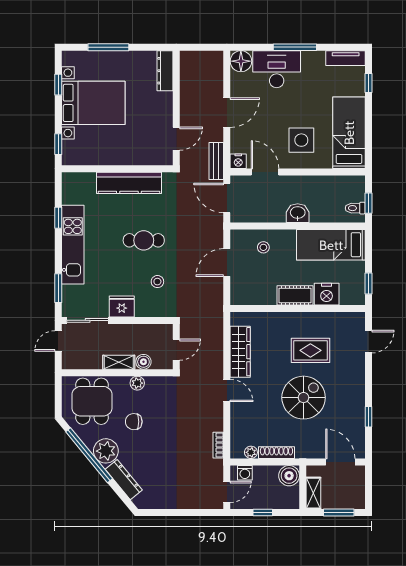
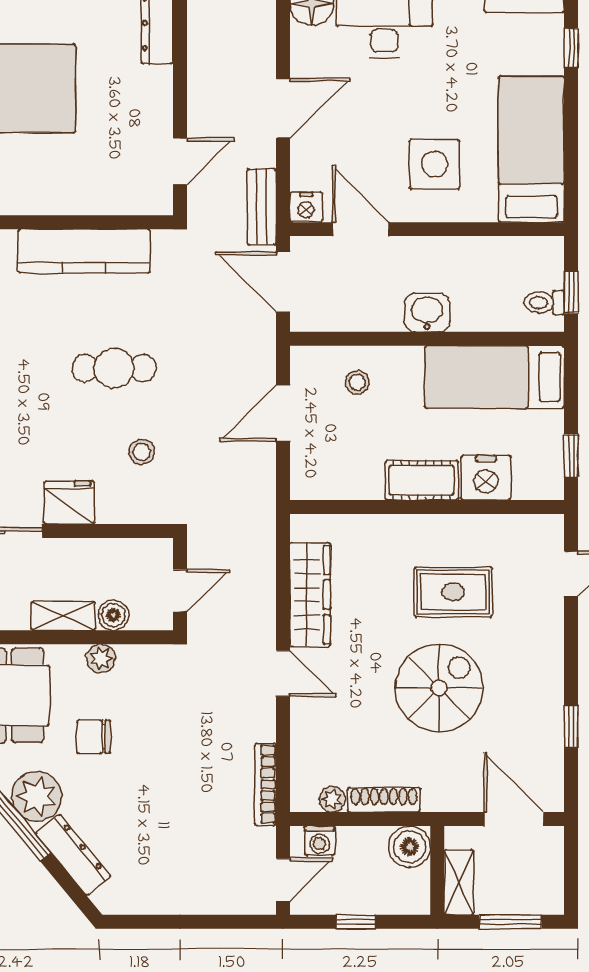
bookcase: (218, 445) -> (266, 784), width x1.56

